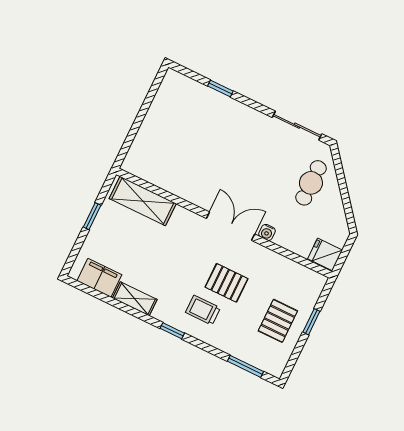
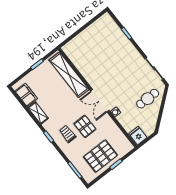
shelving: (143, 201) -> (69, 75), width x1.47
double door: (231, 226) -> (100, 101), swing flipped
pallet: (278, 321) -> (100, 156), width x1.50, depth x1.42

